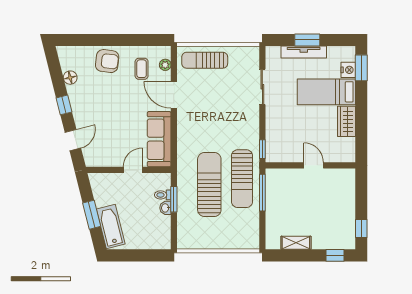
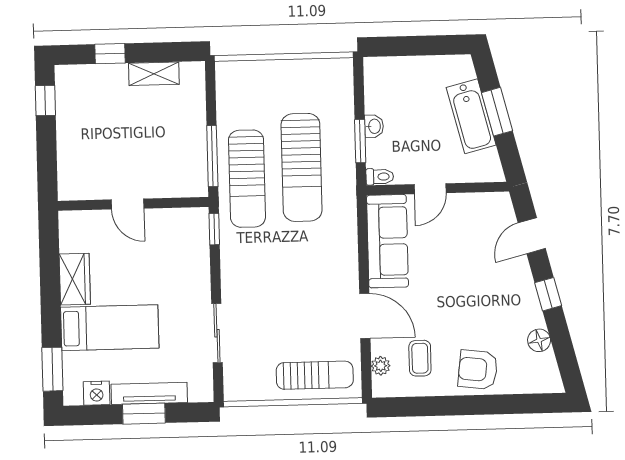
nightstand: (348, 70) -> (97, 393), moved, turned -90
sun lounger: (242, 179) -> (247, 179), turned 180
toilet: (163, 195) -> (380, 177), moved
bathtub: (111, 226) -> (471, 116), moved
window: (335, 255) -> (110, 54), moved

